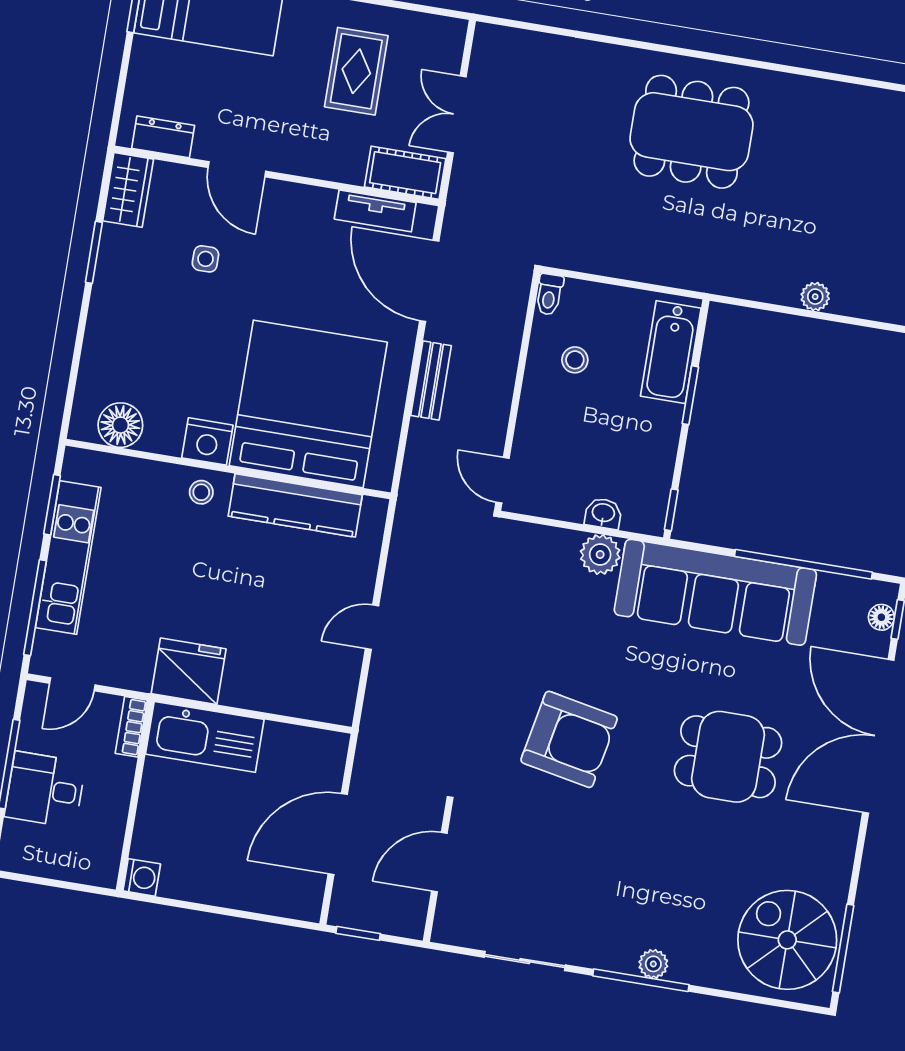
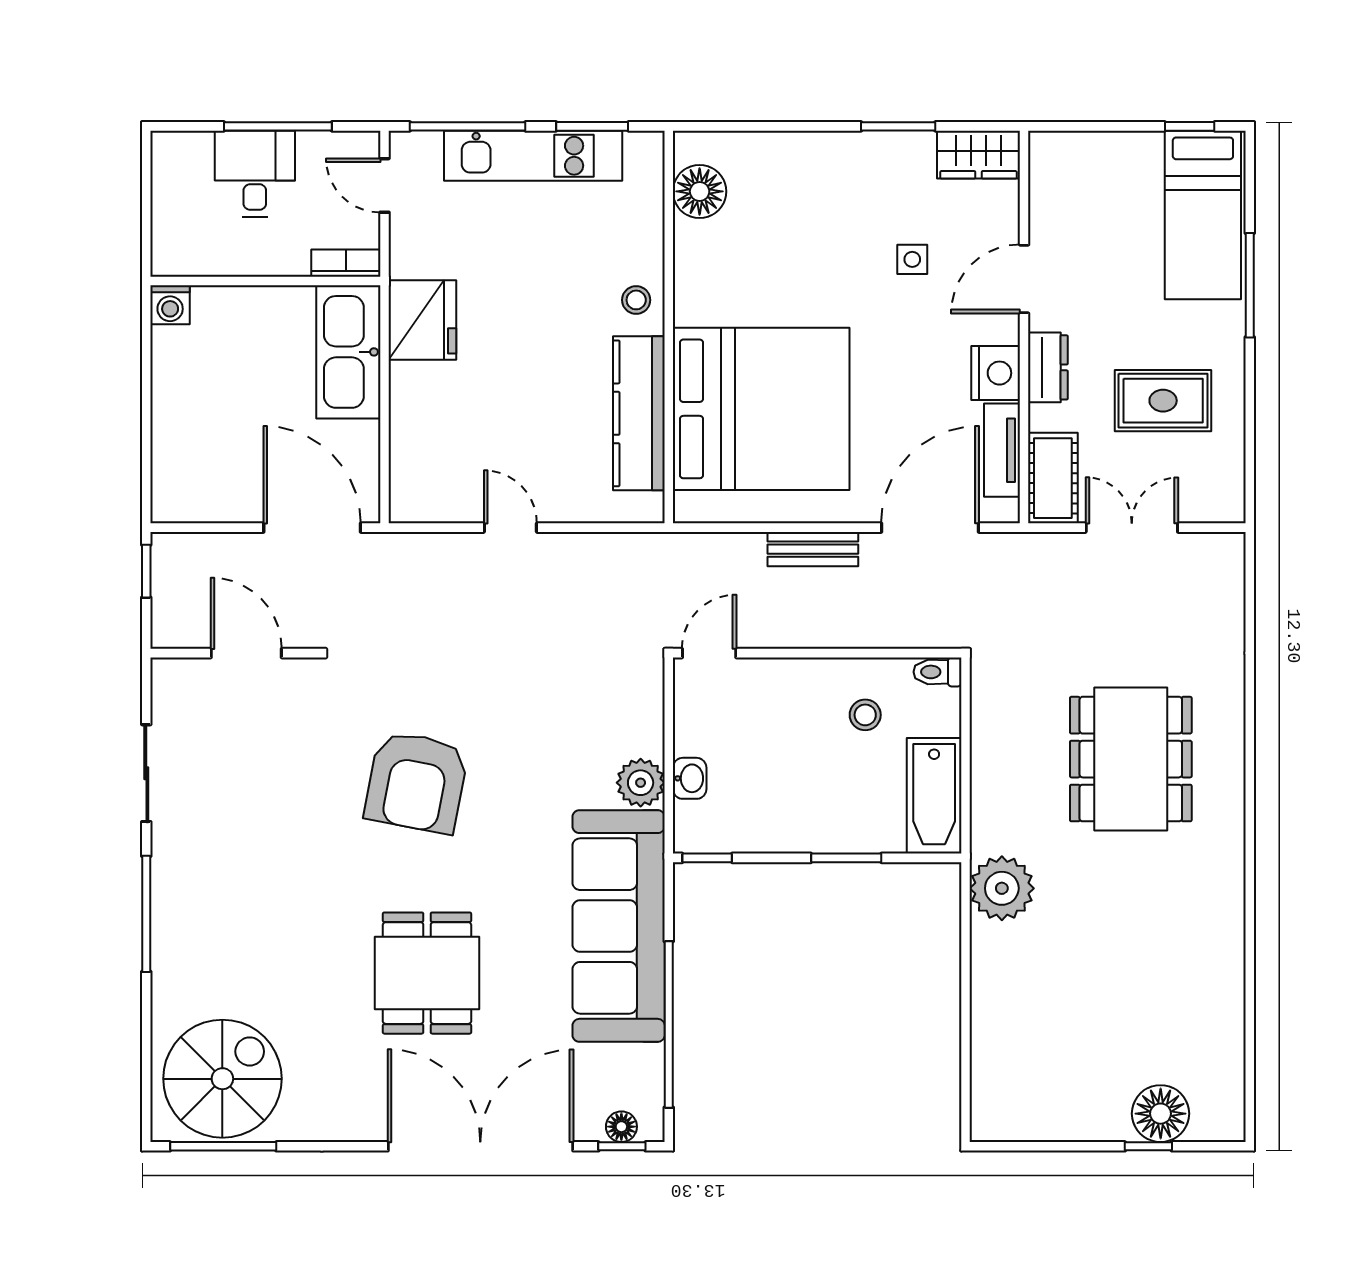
dining table: (691, 132) -> (1131, 759), moved
dresser: (163, 137) -> (1048, 367), moved
plant: (815, 297) -> (1002, 888), moved, width x1.88, depth x1.88
bathtub: (671, 352) -> (934, 796), moved, turned -90
nightstand: (207, 441) -> (996, 373), moved, turned 180
door: (338, 834) -> (312, 528), moved
plant: (653, 964) -> (168, 925), removed

